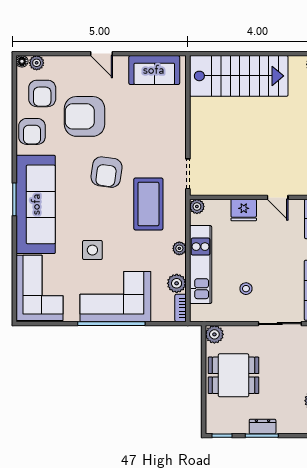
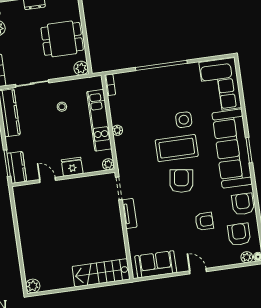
stairs: (239, 76) -> (101, 273), width x0.73, depth x0.66
armchair: (85, 116) -> (204, 221), width x0.53, depth x0.53
tv unit: (179, 140) -> (129, 213), added
coffee table: (148, 204) -> (177, 148), moved, turned 90
plant: (177, 283) -> (116, 103), removed
corner sofa: (115, 297) -> (161, 86), removed

